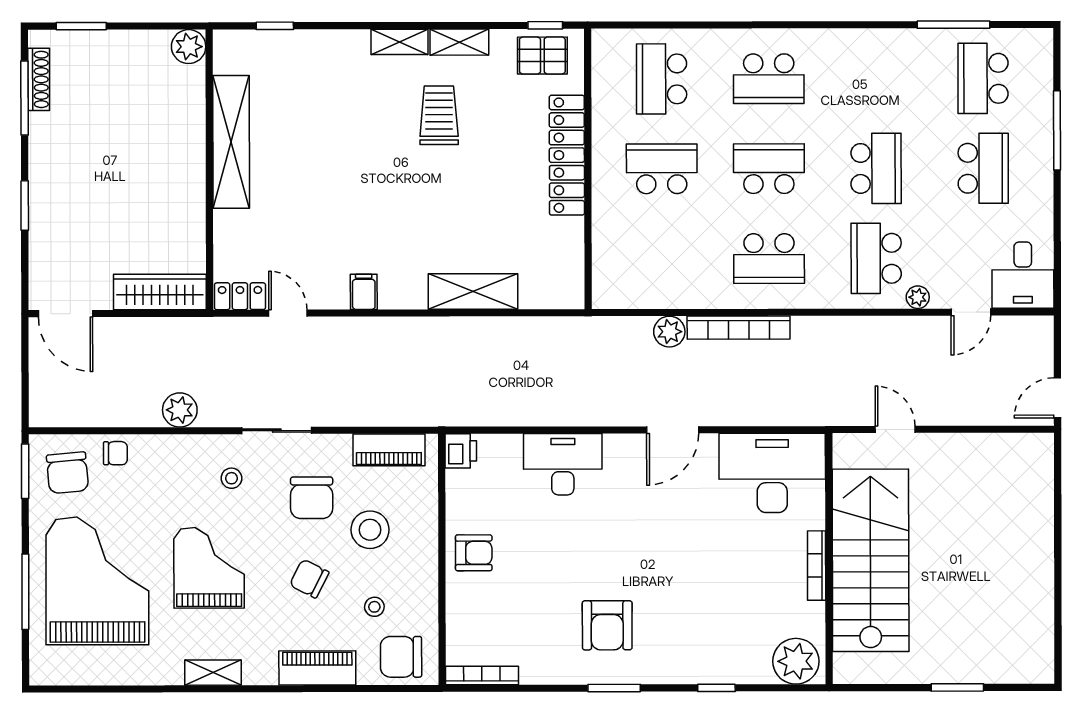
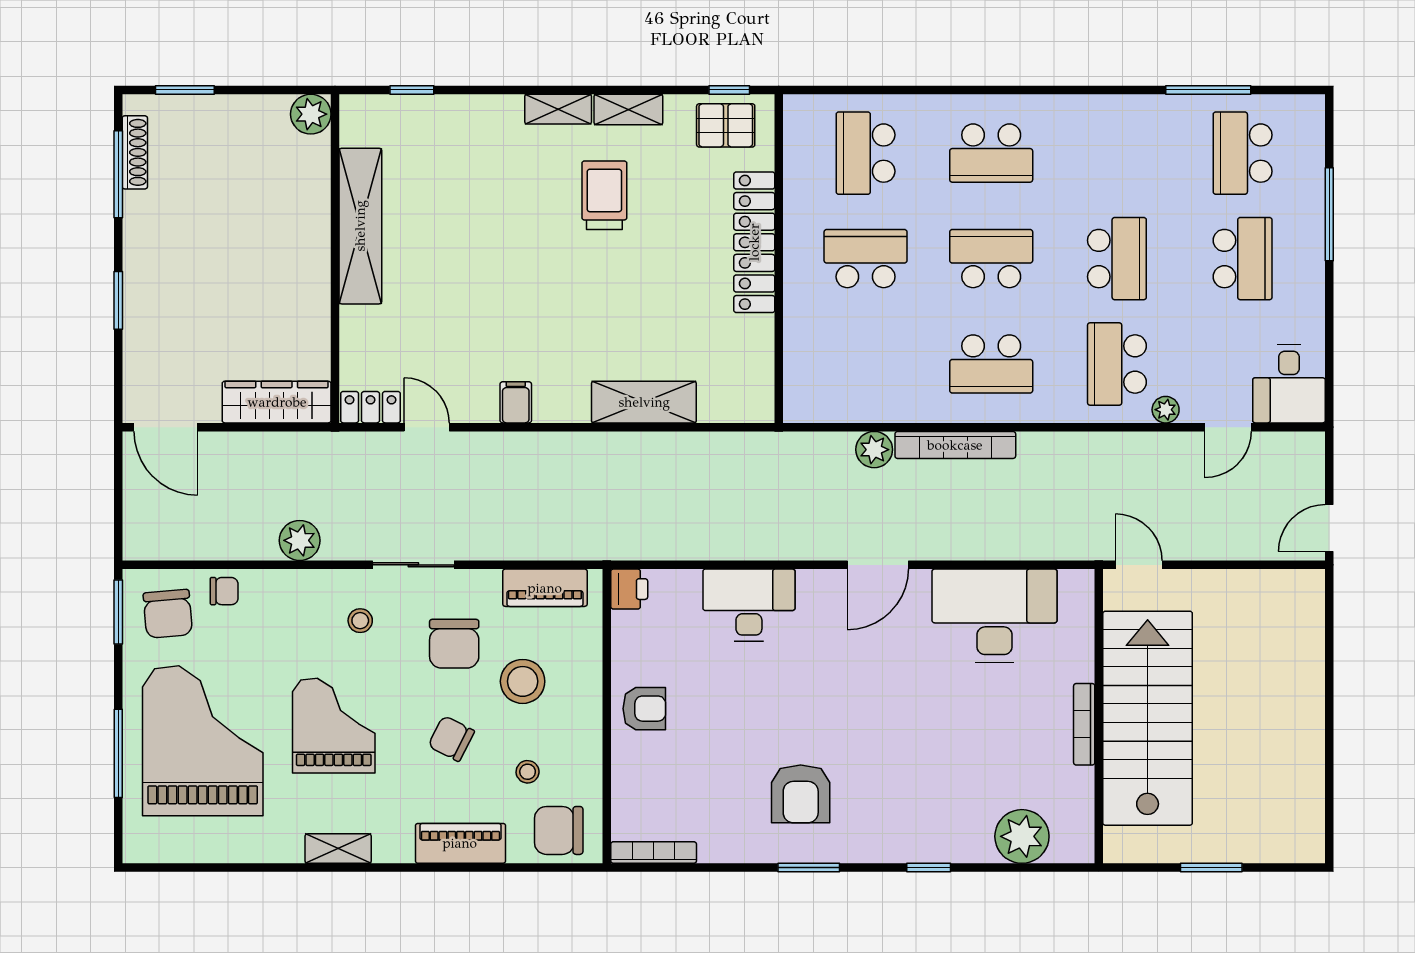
wall: (829, 559) -> (1099, 716), moved
stairs: (871, 560) -> (1148, 718), moved
bookcase: (817, 566) -> (1084, 724), moved

